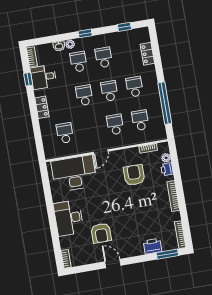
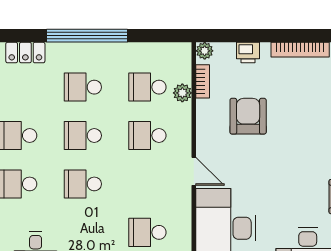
window: (165, 103) -> (87, 36), moved
plant: (140, 139) -> (182, 93), added
plant: (166, 158) -> (205, 51), moved
armchair: (134, 175) -> (248, 116), turned 90

